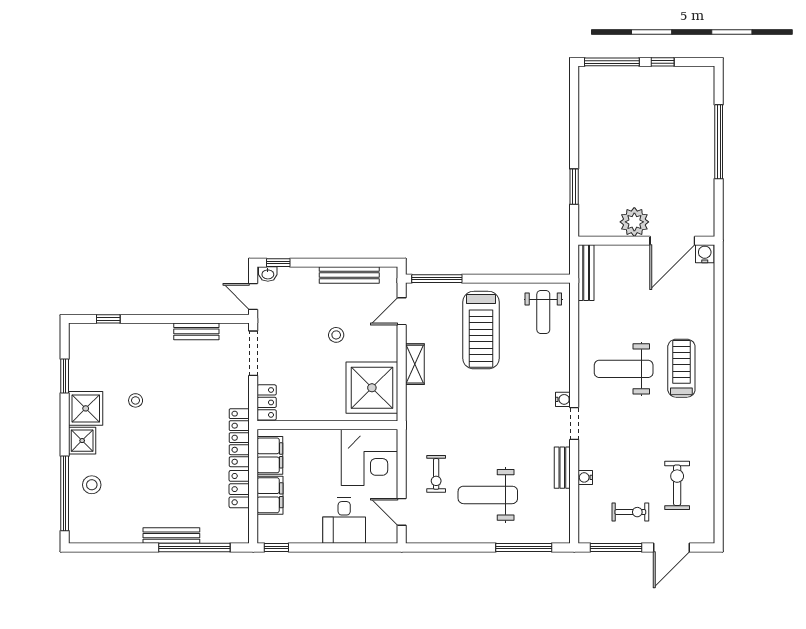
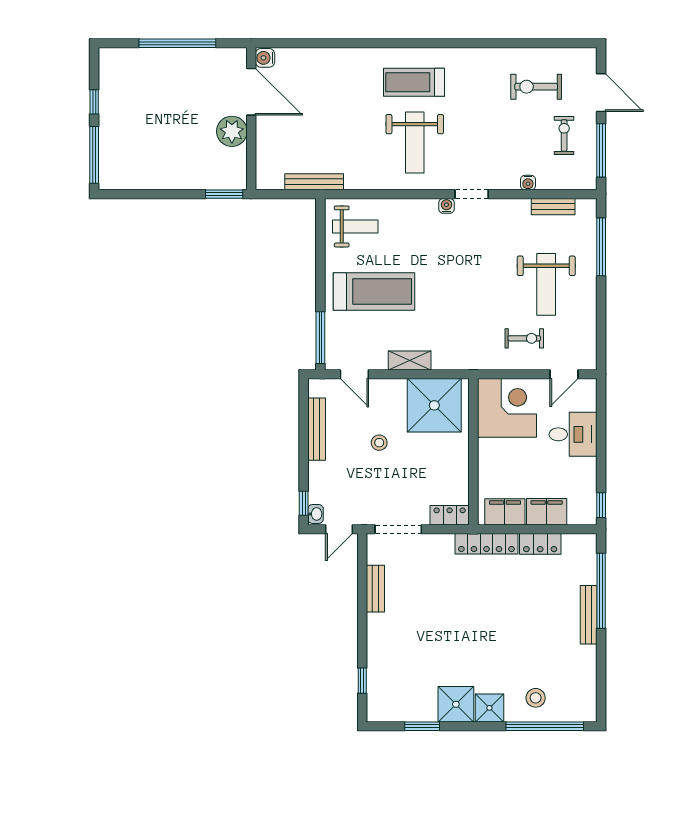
plant: (634, 222) -> (232, 131), moved
wall: (646, 241) -> (251, 119), moved
door: (672, 241) -> (251, 92), moved
water cooler: (705, 254) -> (265, 58), moved
stool: (136, 400) -> (448, 652), removed
bench: (562, 468) -> (553, 207), moved

